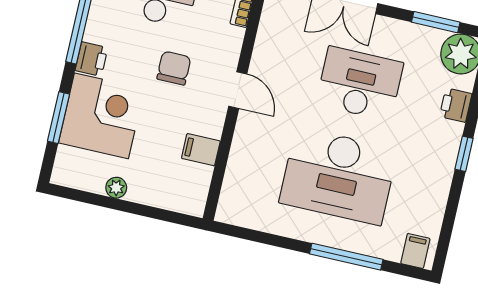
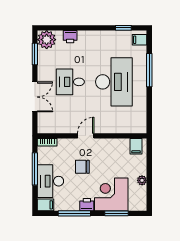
desk: (360, 84) -> (70, 82), width x0.73
filing cabinet: (201, 150) -> (136, 146), moved
window: (464, 154) -> (123, 28), moved

